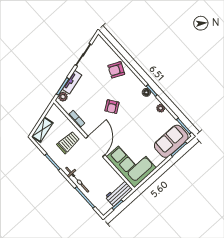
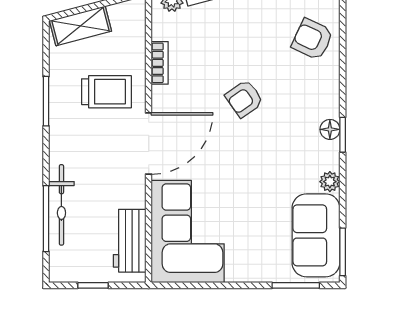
sofa: (171, 141) -> (316, 235), moved, turned -90
bicycle: (77, 180) -> (61, 205), moved
workbench: (119, 193) -> (130, 241), moved, turned -90

